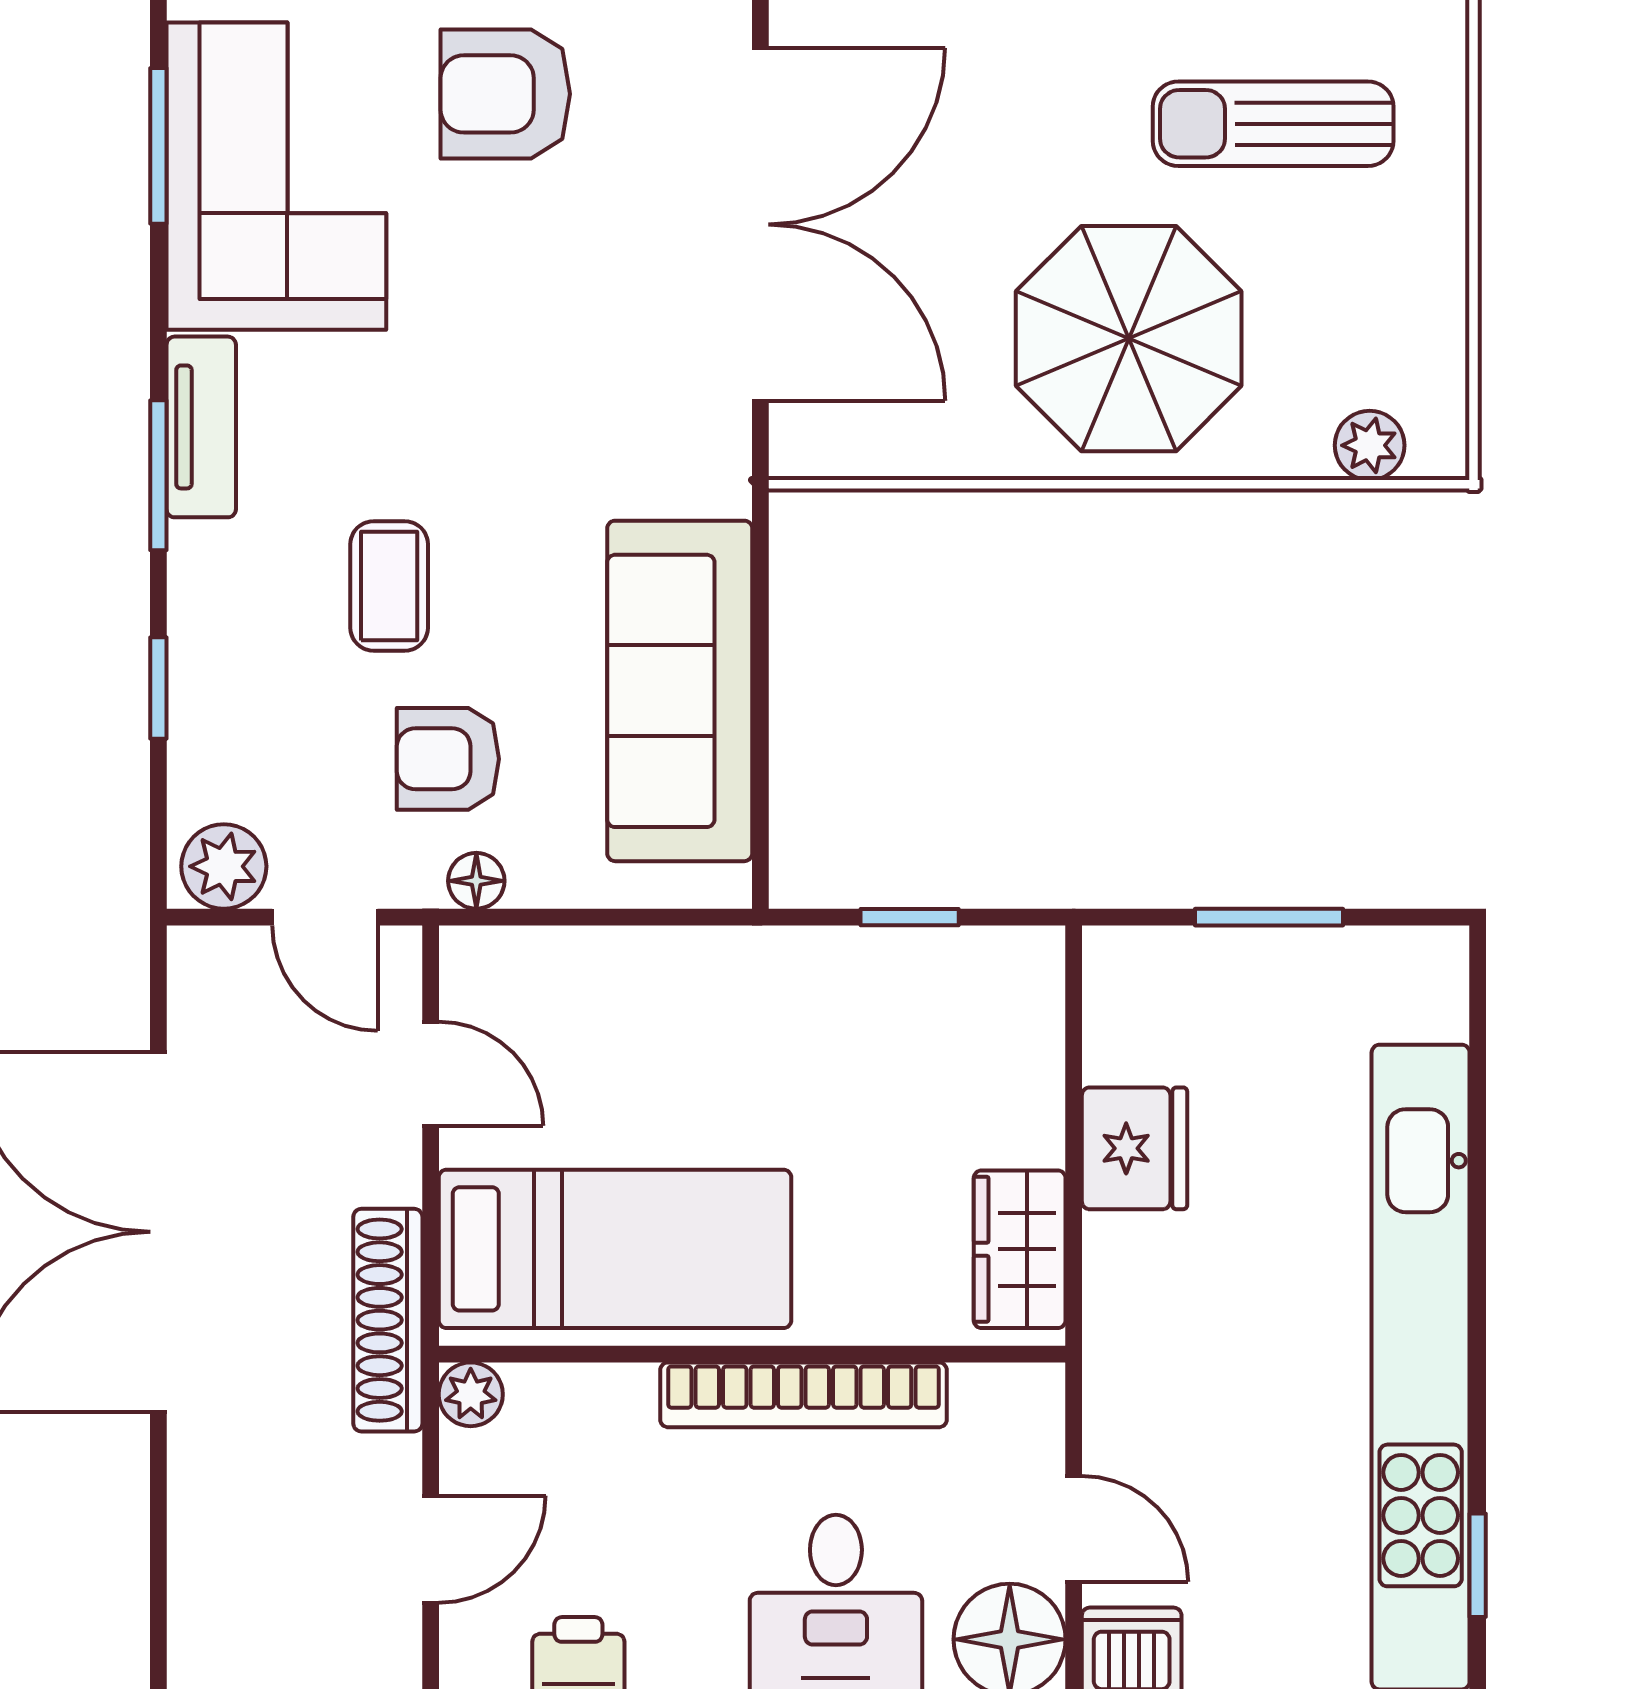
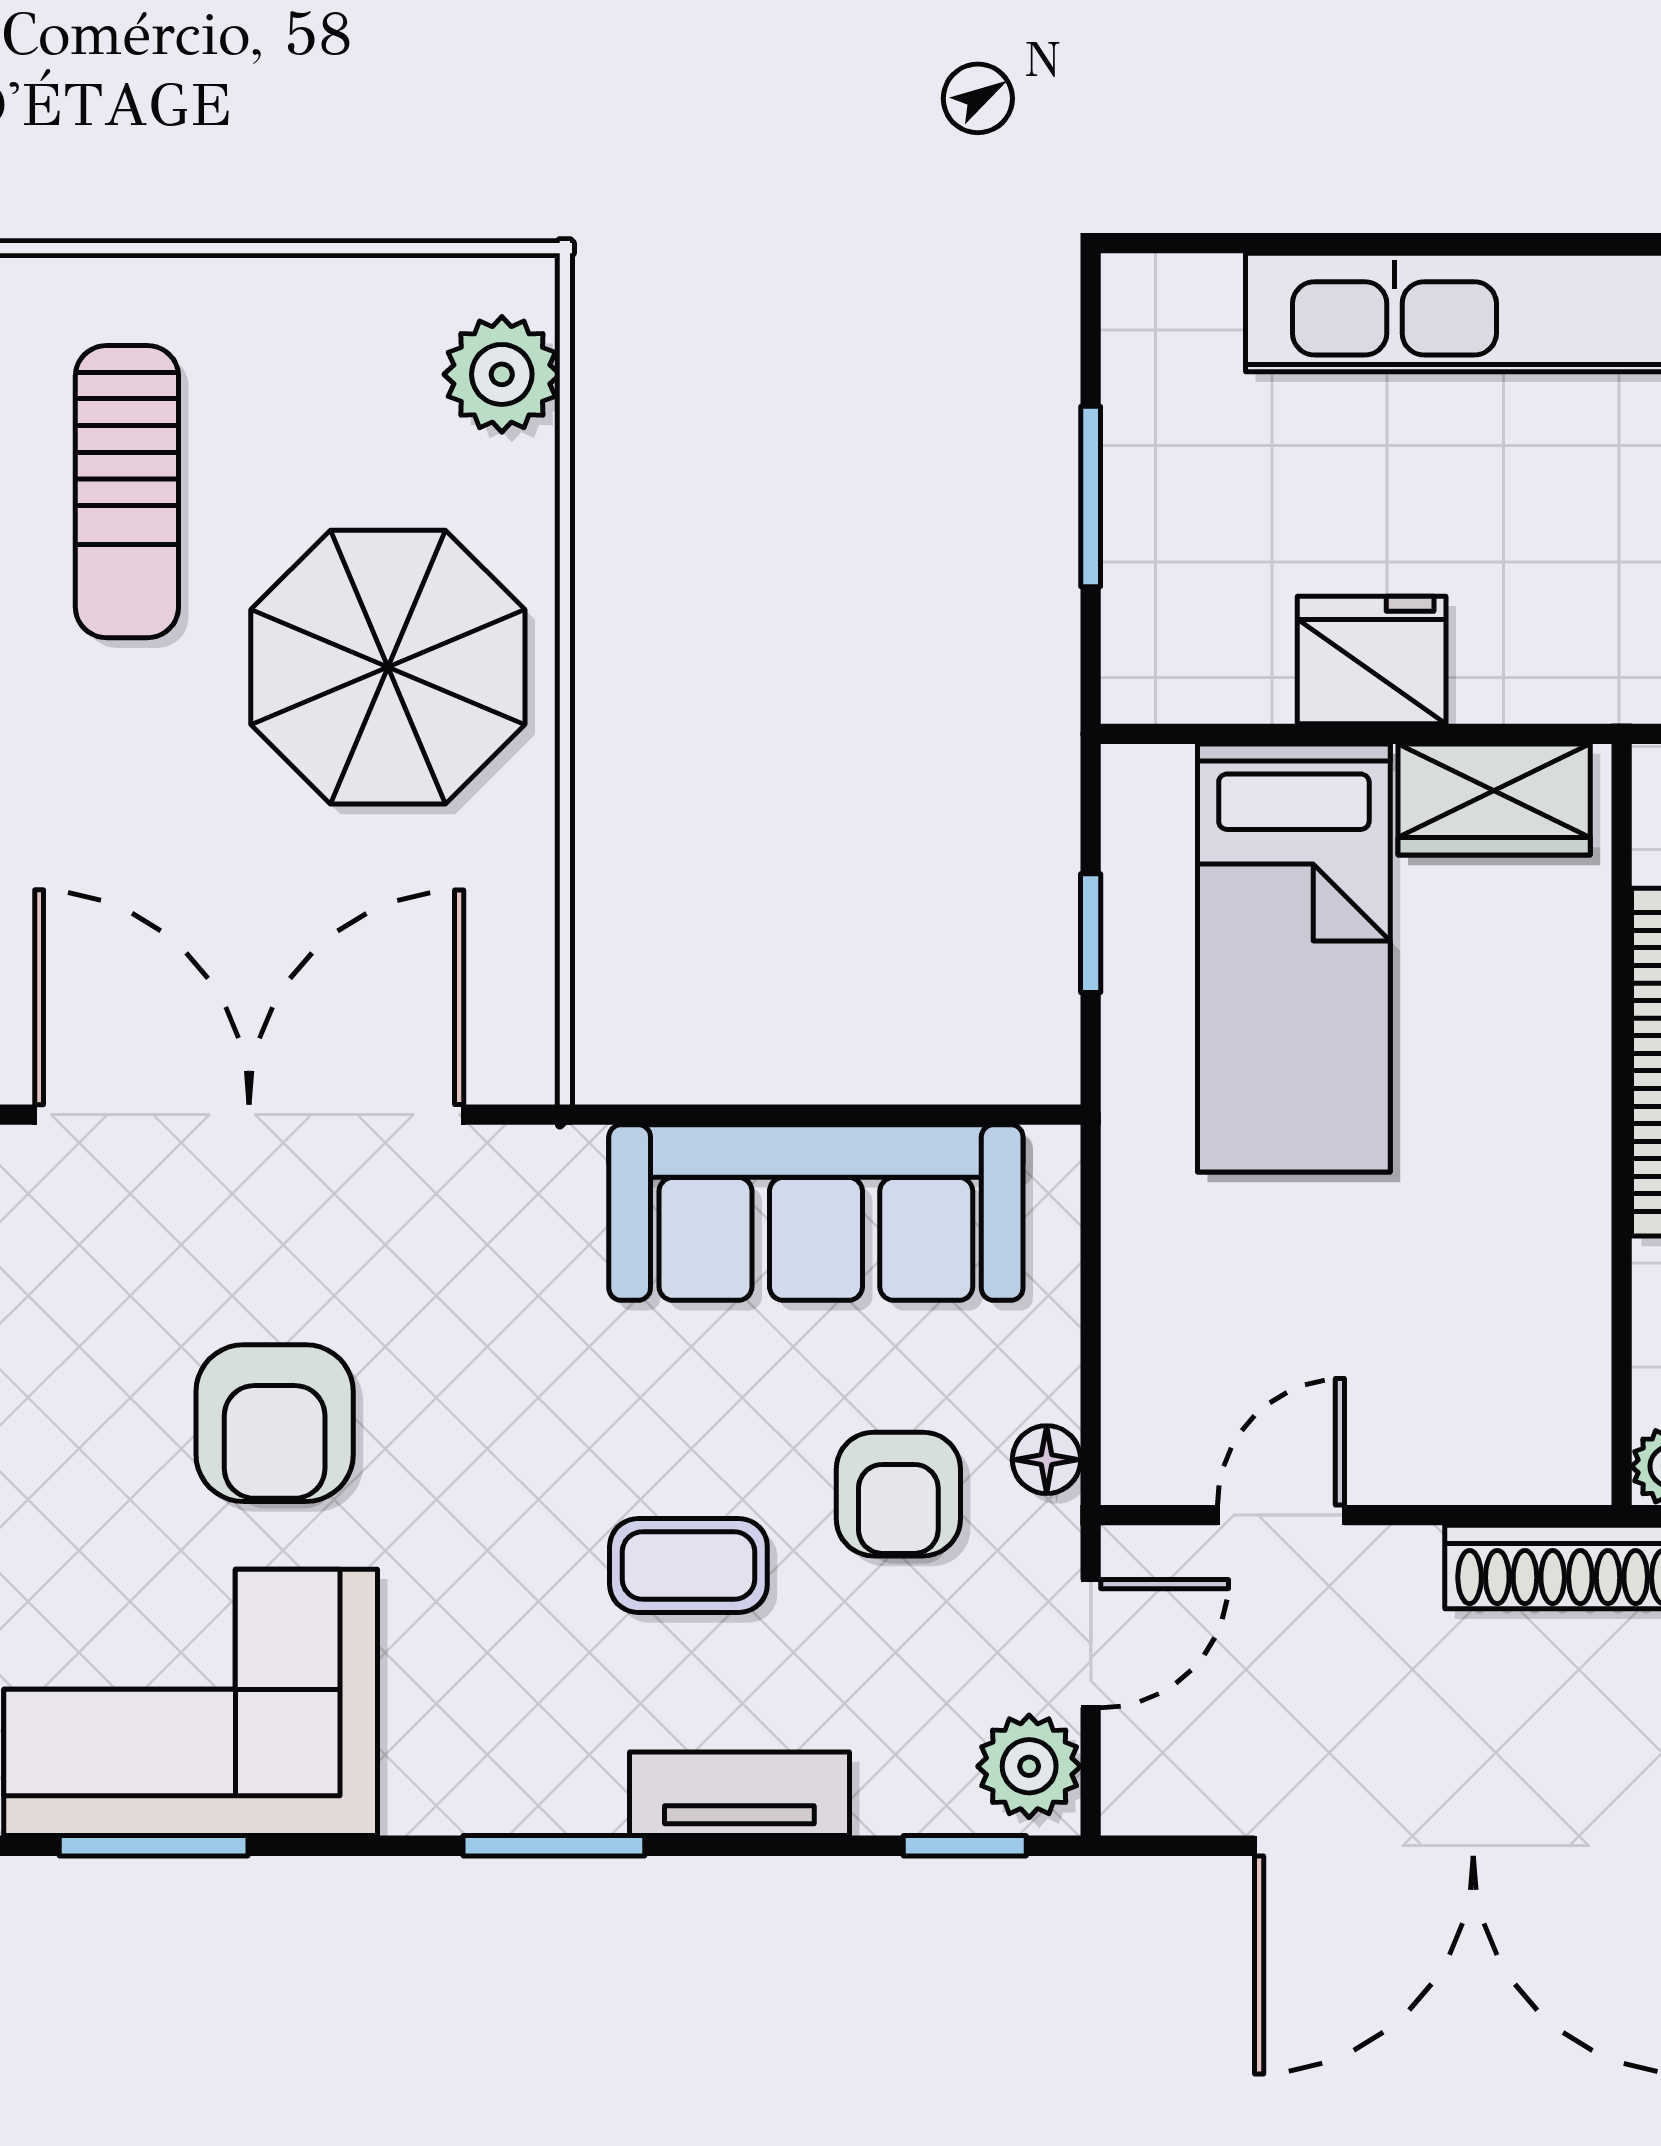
armchair: (505, 94) -> (275, 1423), moved
tv unit: (201, 427) -> (739, 1794), moved
plant: (1370, 445) -> (502, 374), width x1.38, depth x1.38
window: (158, 688) -> (965, 1846), moved
bed: (615, 1249) -> (1294, 958), moved, turned 180

